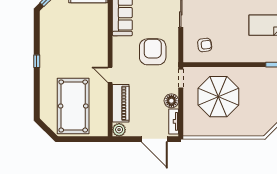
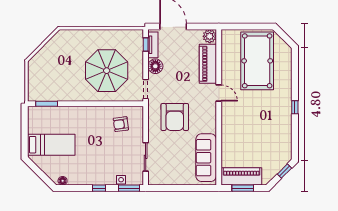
window: (181, 122) -> (146, 45), added

